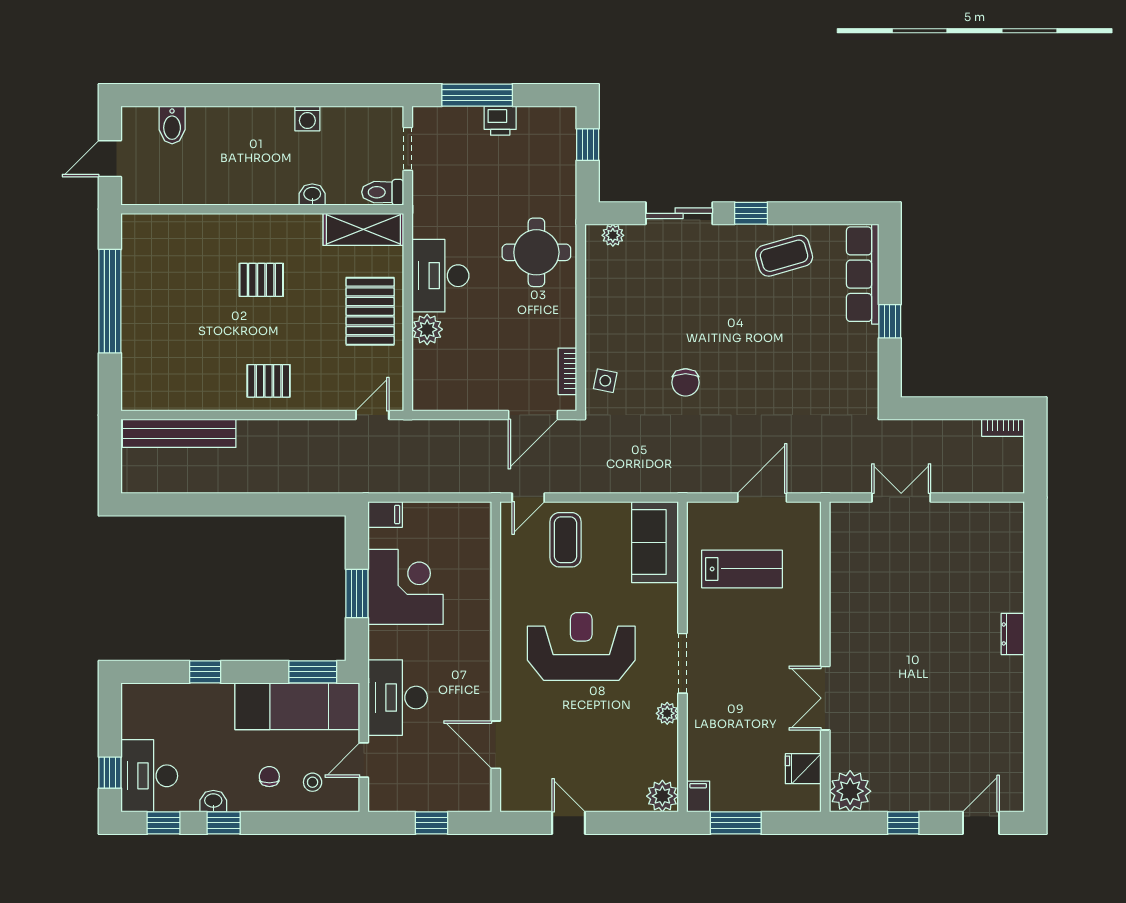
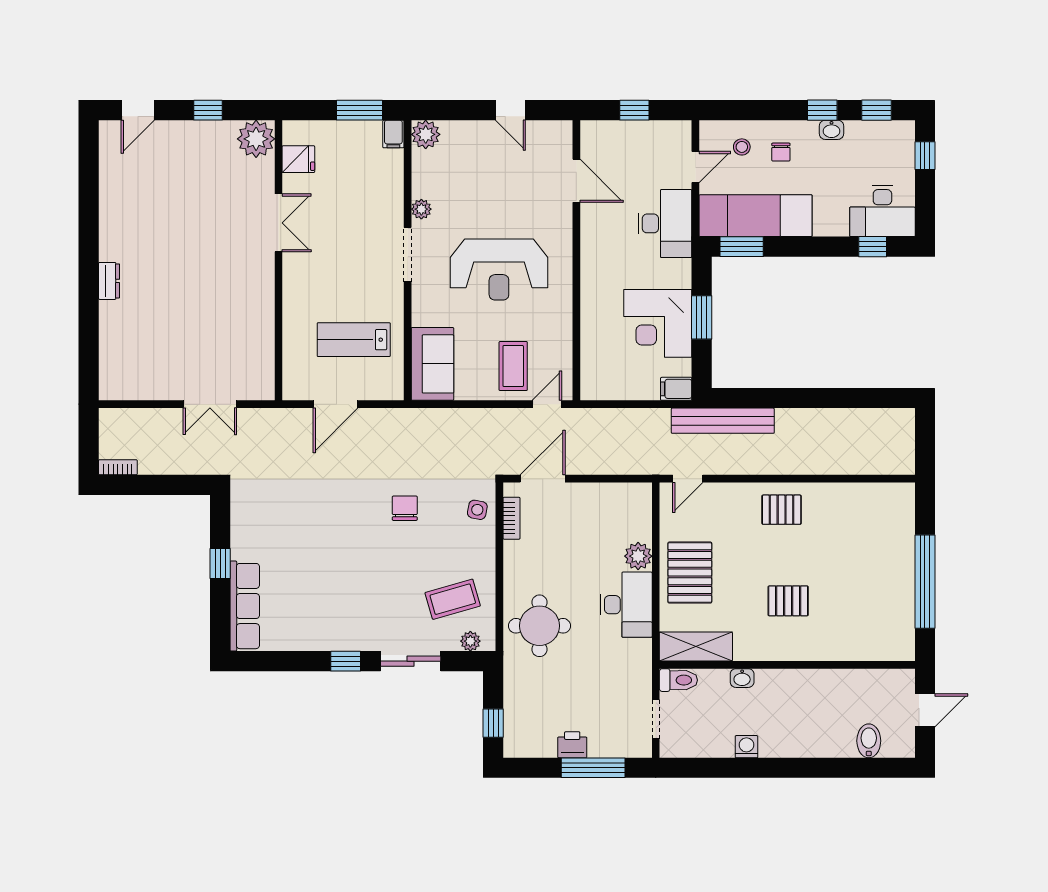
coffee table: (784, 256) -> (453, 599), moved
bench: (179, 433) -> (723, 421), moved
window: (205, 672) -> (873, 247), moved
desk: (149, 776) -> (882, 211), moved, turned 90

